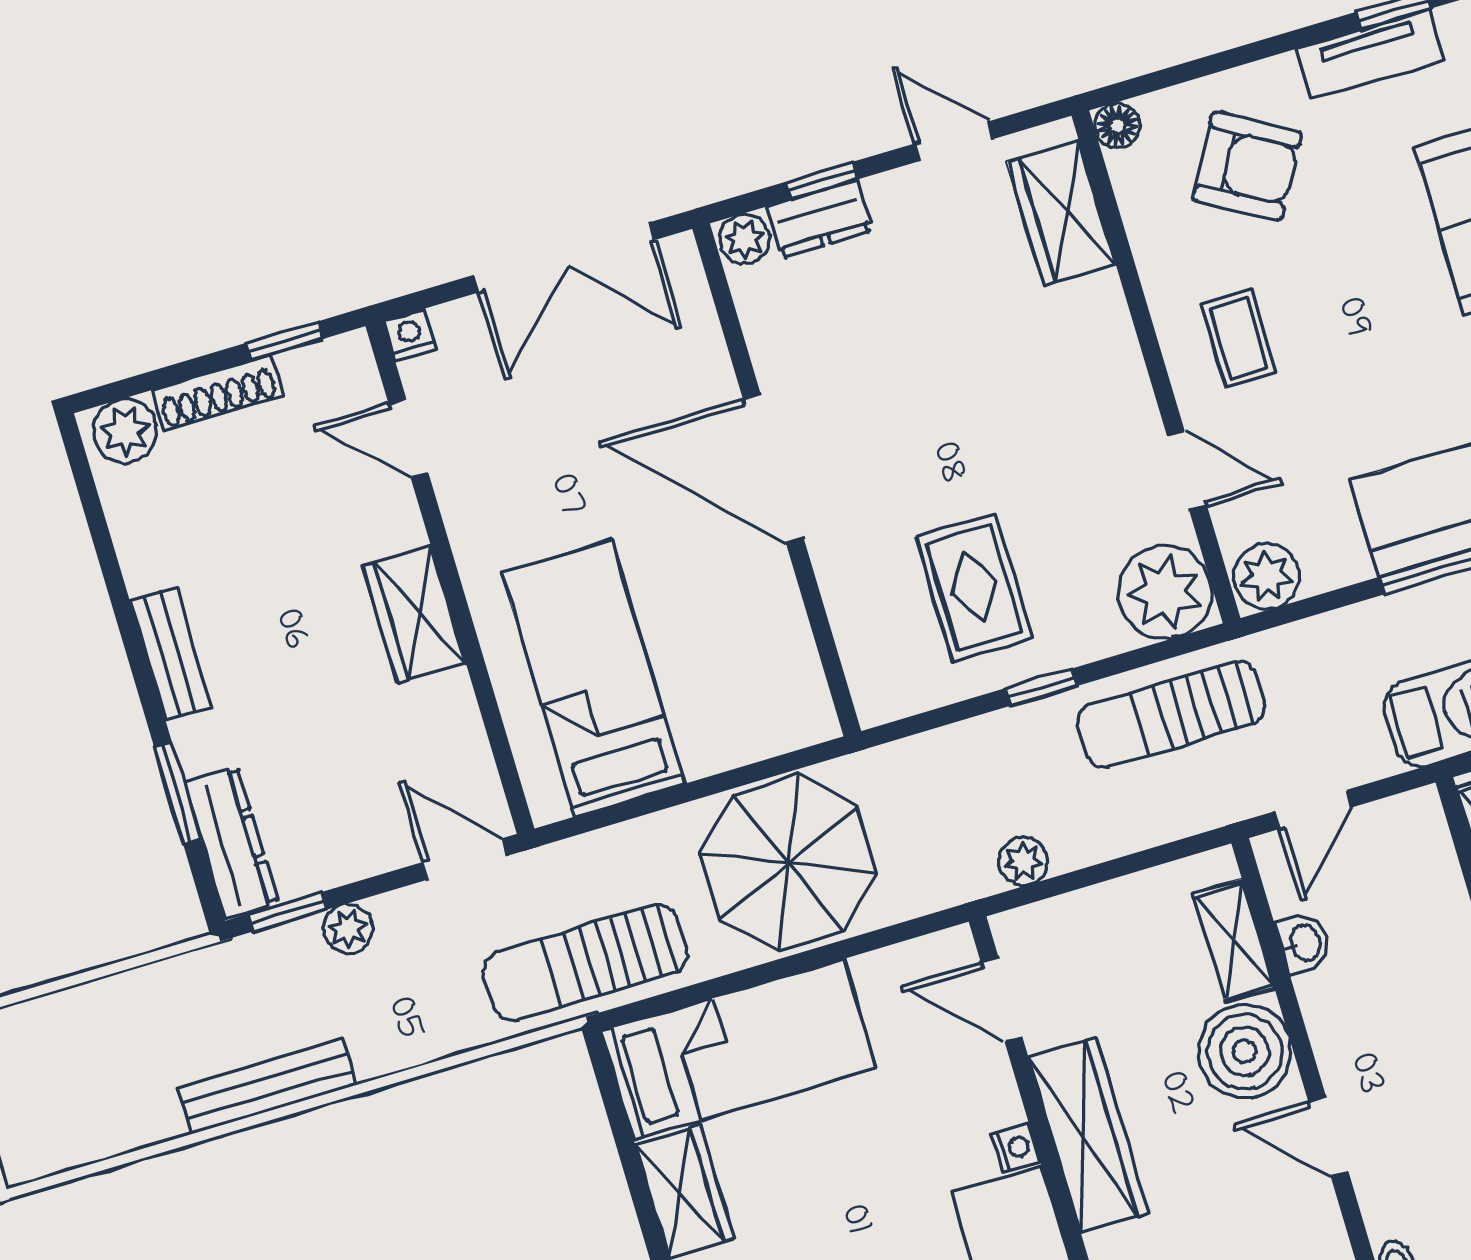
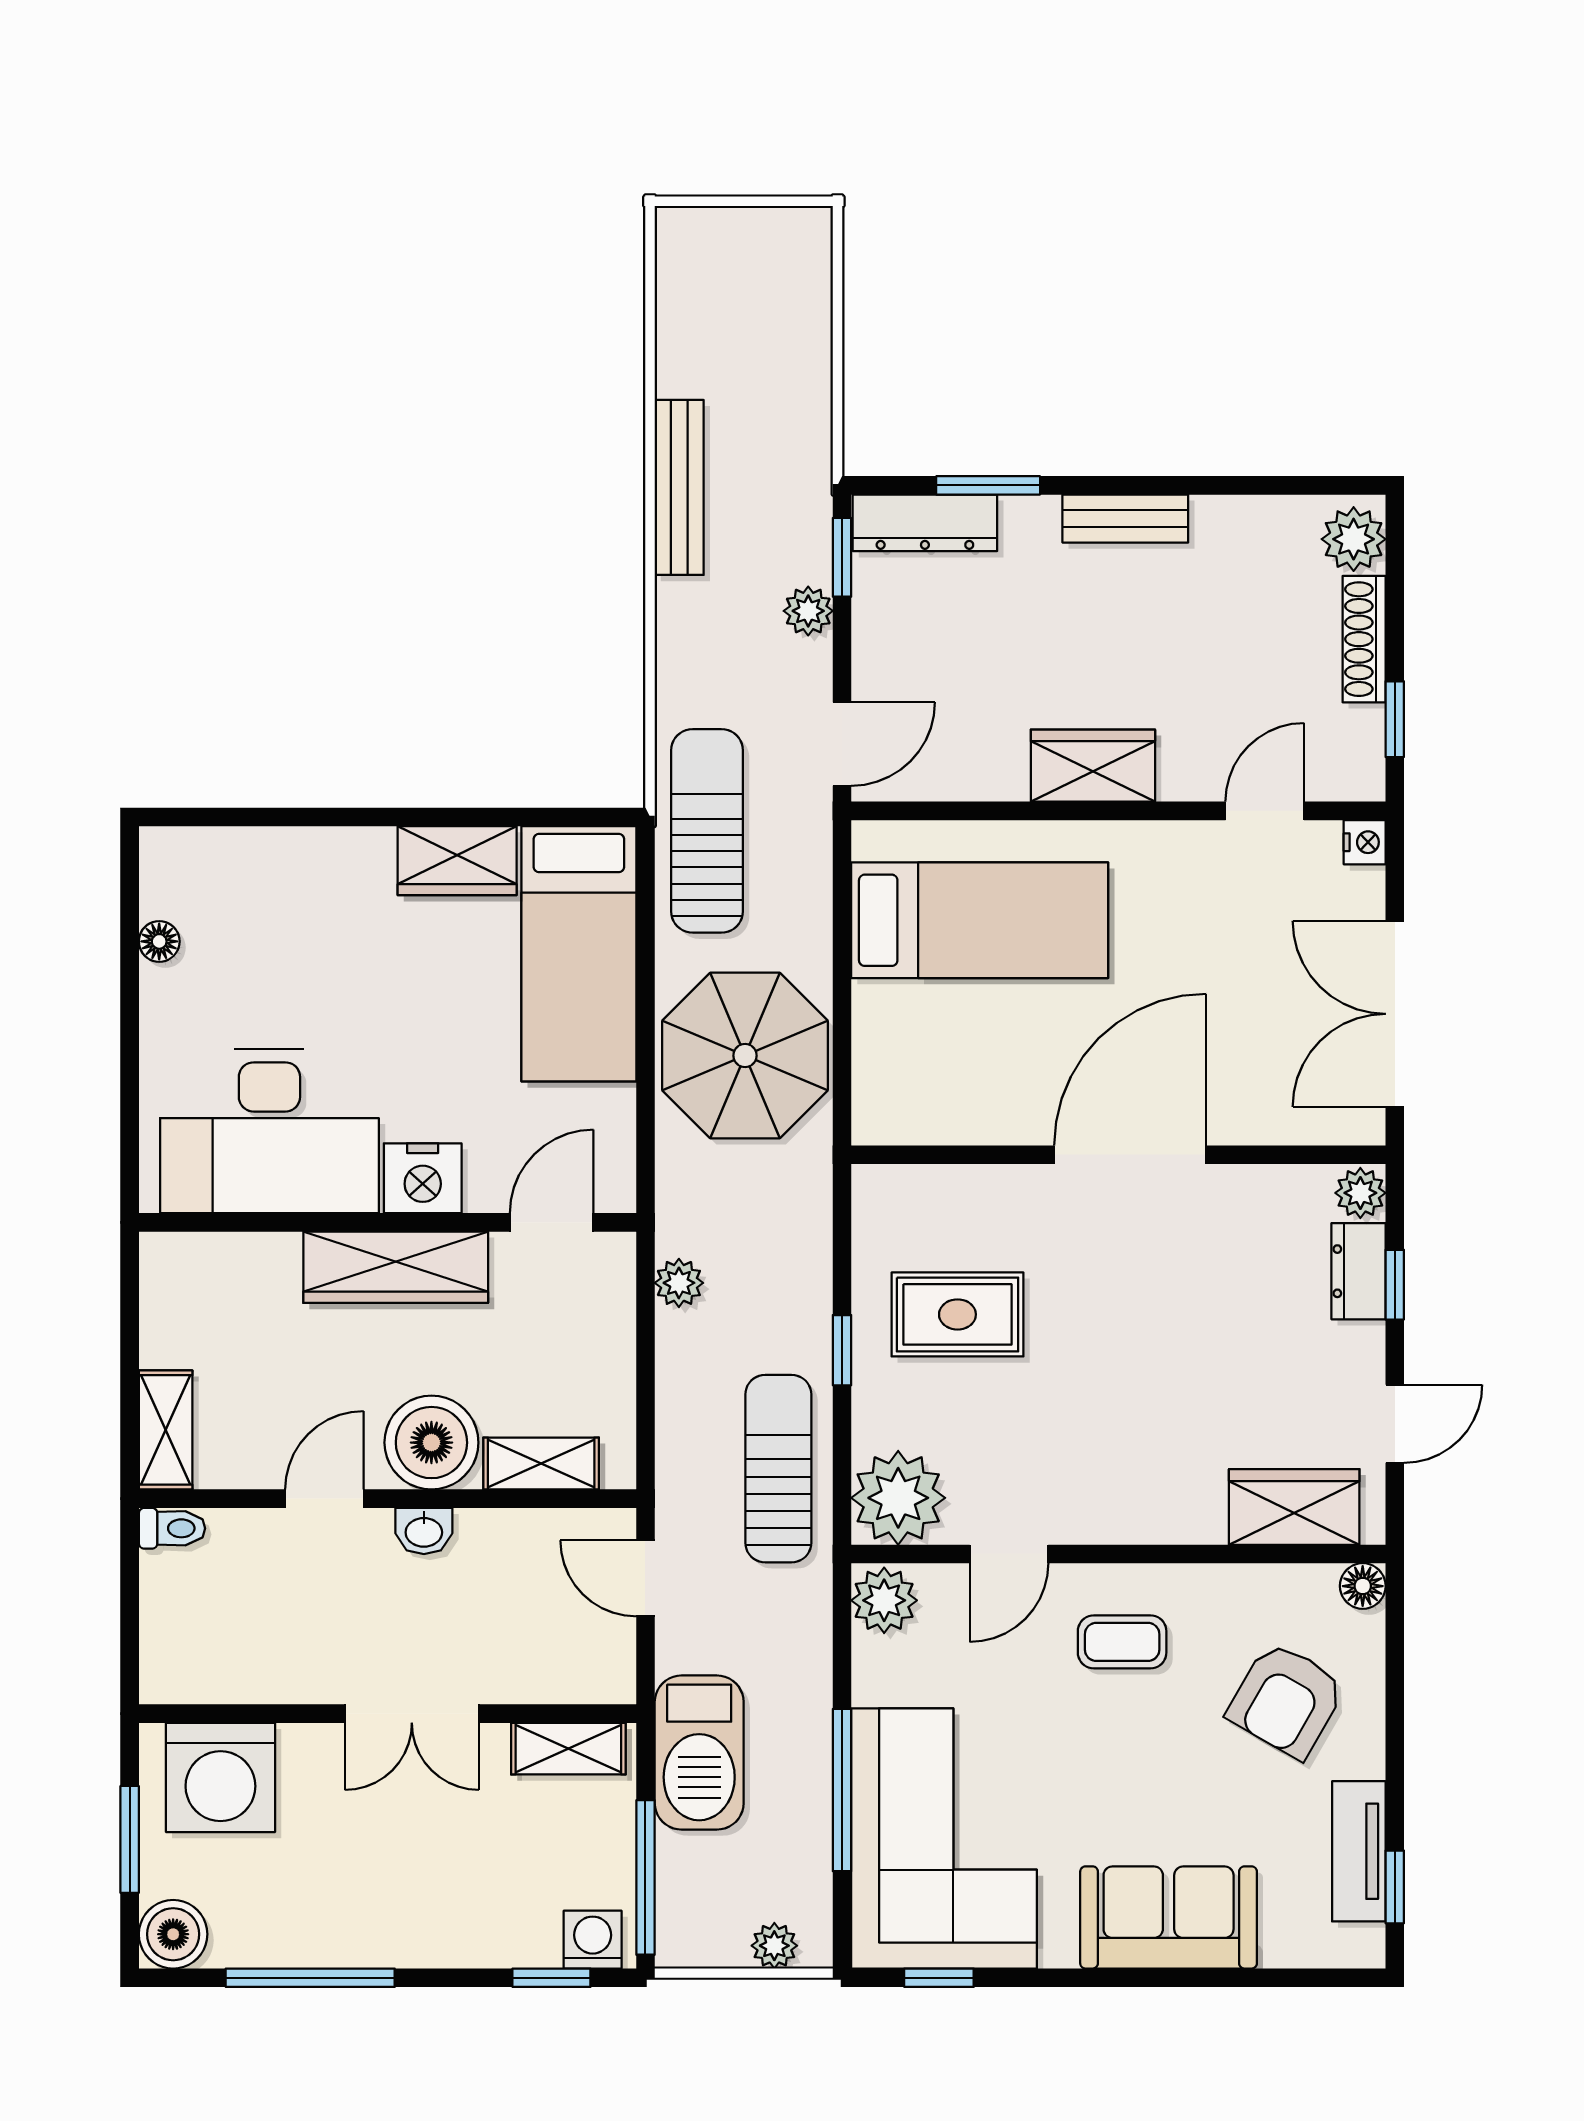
washbasin: (1304, 943) -> (424, 1531), moved
nightstand: (1016, 1147) -> (423, 1178), width x1.89, depth x1.79

